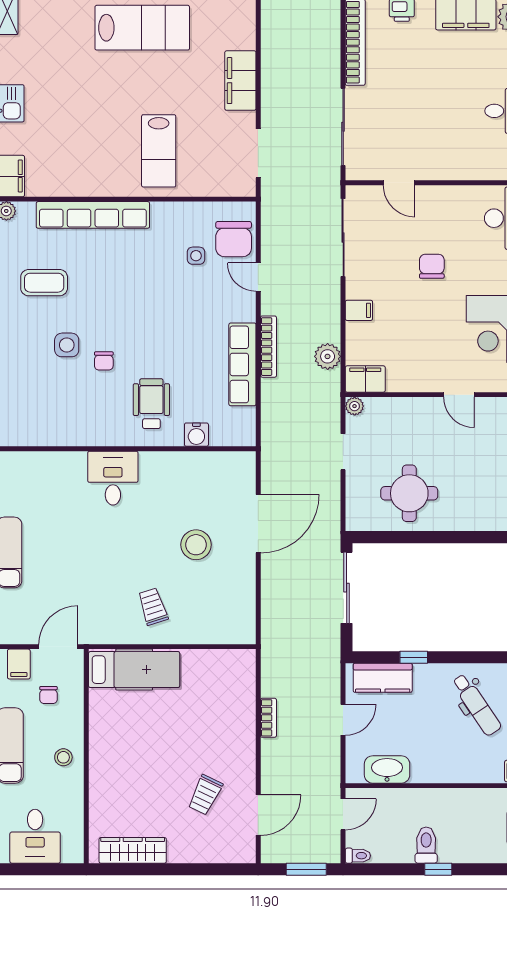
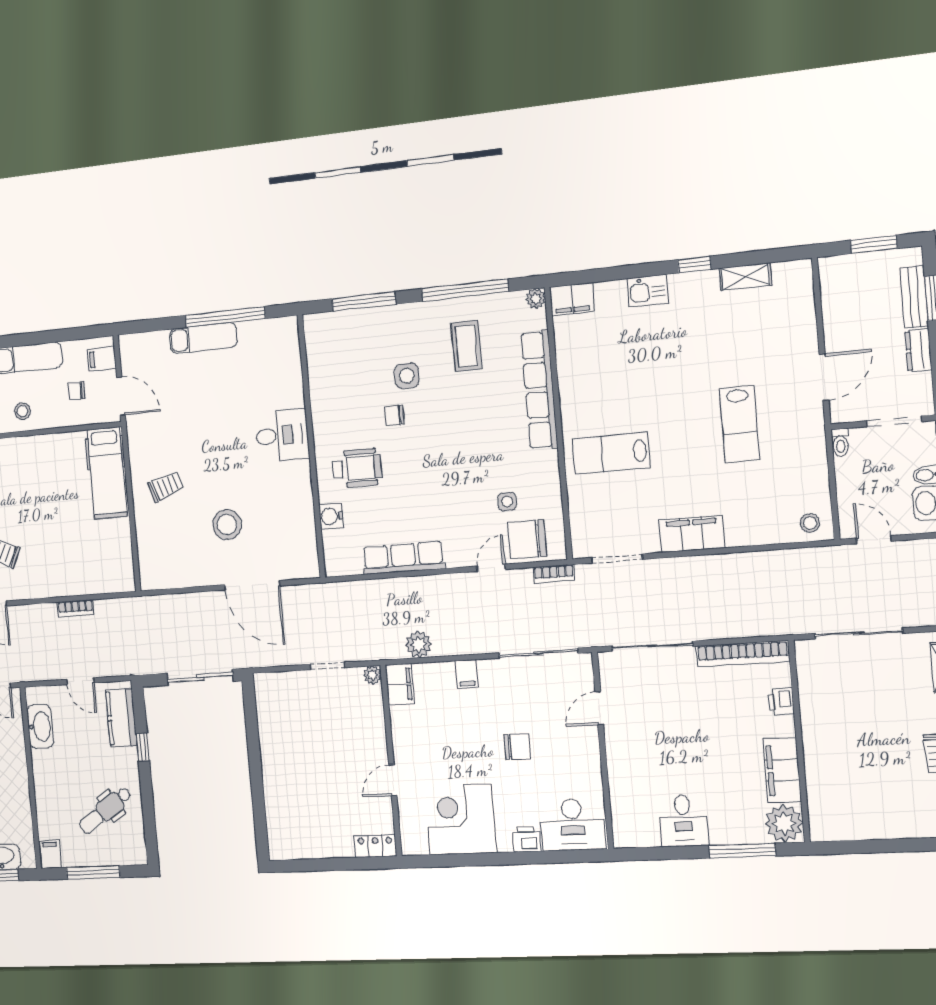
lab bench: (142, 28) -> (740, 424), width x0.73, depth x0.72
bookcase: (268, 347) -> (554, 574), moved, width x0.64
round table: (409, 493) -> (294, 735), removed

